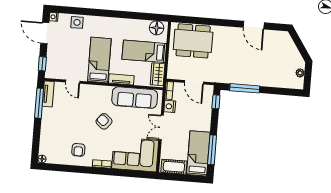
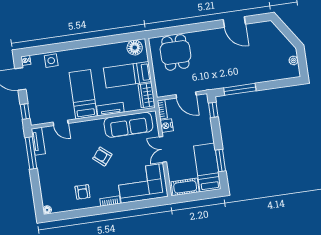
dining table: (193, 41) -> (175, 52), width x0.73
window: (212, 150) -> (221, 160), width x0.69

